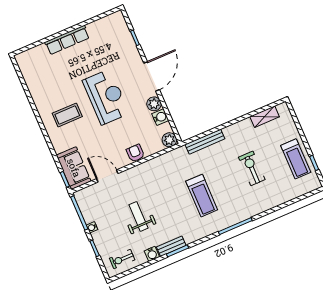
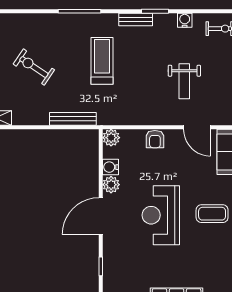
exercise bike: (252, 168) -> (34, 67), turned 124
weight bench: (138, 216) -> (184, 81), moved
bench: (171, 246) -> (136, 19), moved

